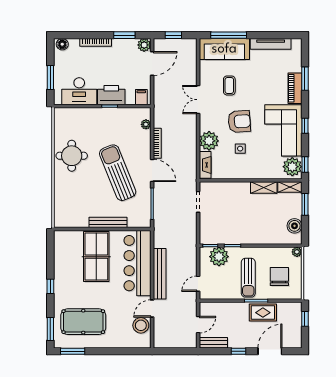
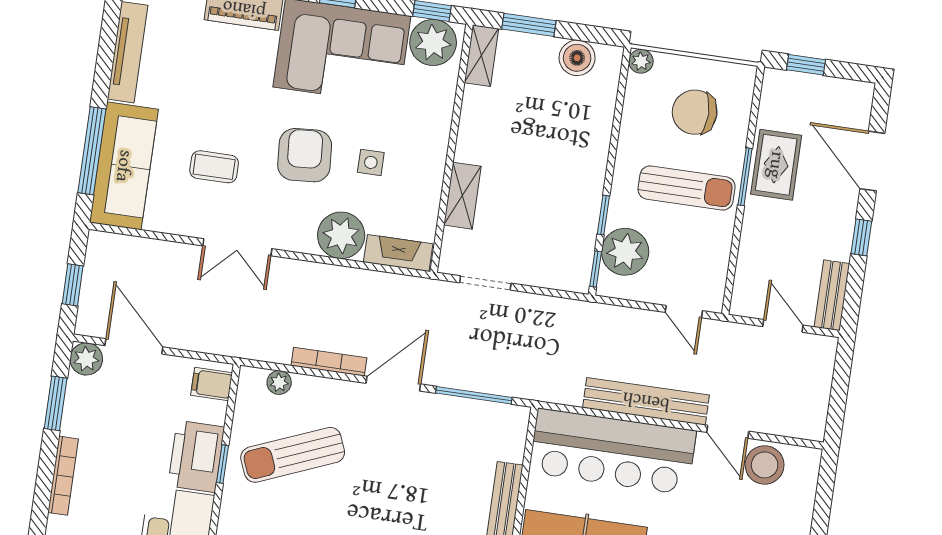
sun lounger: (118, 173) -> (293, 455), moved, width x0.73, depth x0.75
shelving: (264, 188) -> (462, 196), moved

